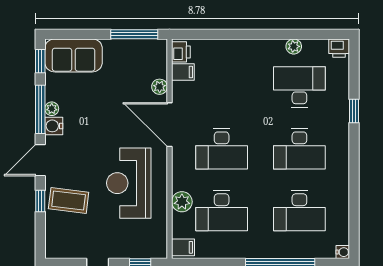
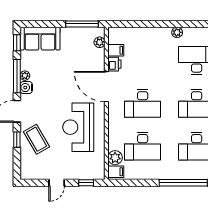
plant: (294, 46) -> (177, 32), moved
printer: (181, 52) -> (114, 64), moved
plant: (160, 87) -> (100, 42), moved
coffee table: (69, 200) -> (37, 139), turned 53
plant: (182, 202) -> (115, 158), moved

